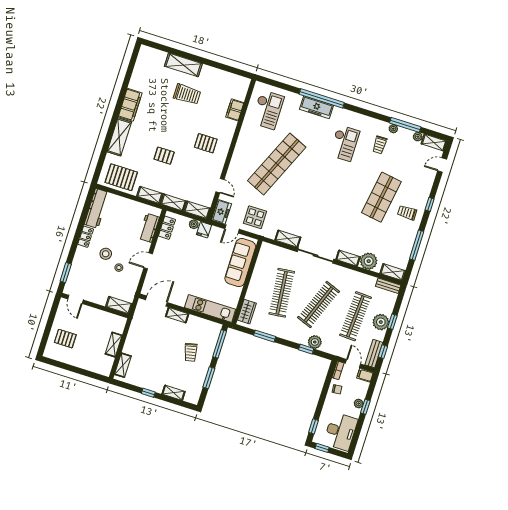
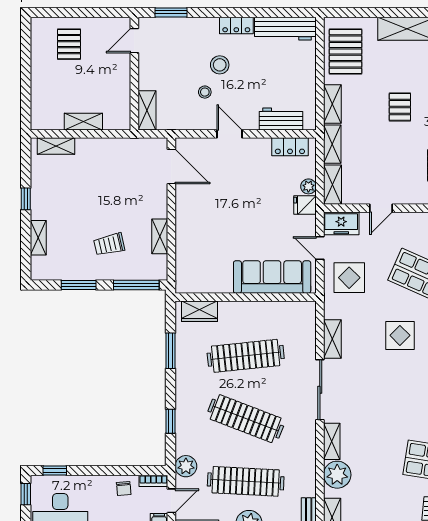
display table: (298, 198) -> (400, 335), added
kitchen unit: (210, 308) -> (186, 253), removed
shelving: (177, 315) -> (160, 236), moved
plant: (315, 342) -> (186, 466), moved

